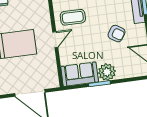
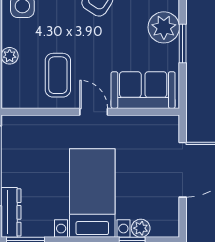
sofa: (80, 74) -> (143, 90), moved, turned 90

